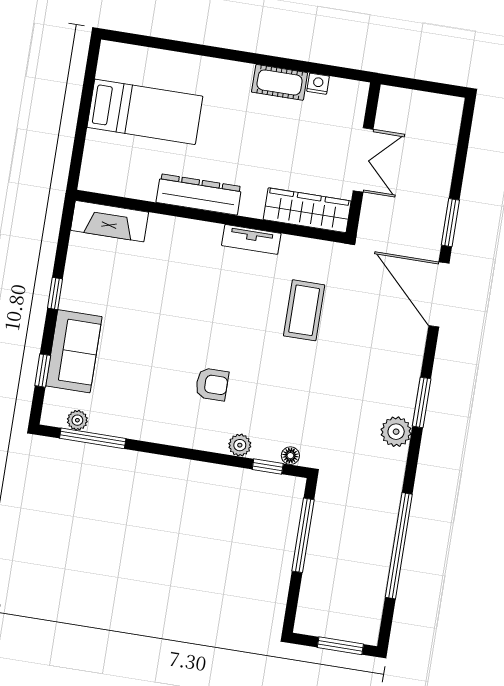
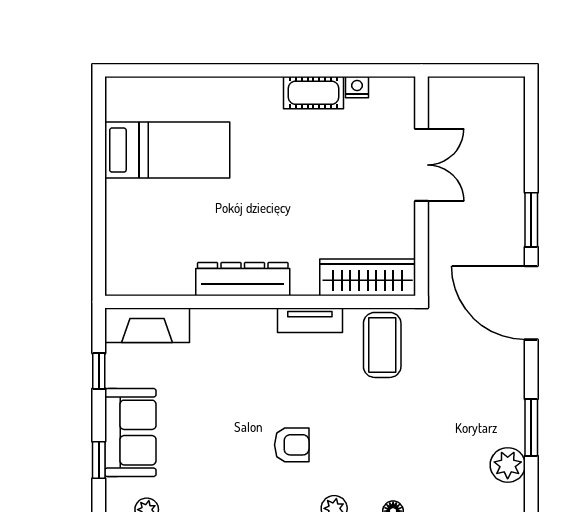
dresser: (199, 194) -> (243, 279), moved
wardrobe: (307, 210) -> (368, 277), moved
wall: (211, 217) -> (260, 302), moved
fireplace: (110, 221) -> (147, 325), moved
tv unit: (251, 239) -> (310, 320), moved

